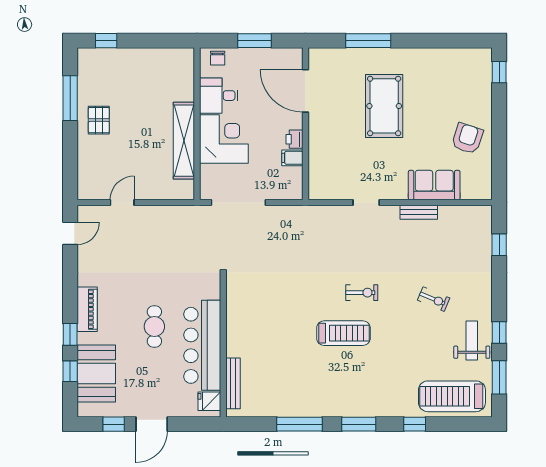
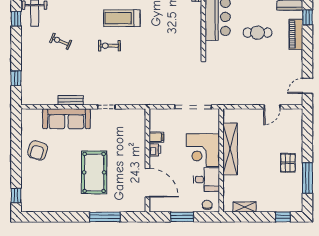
shelving: (163, 55) -> (245, 207), added
sofa: (434, 185) -> (66, 119), width x1.36
cafe table: (154, 326) -> (258, 33), moved, turned 90

